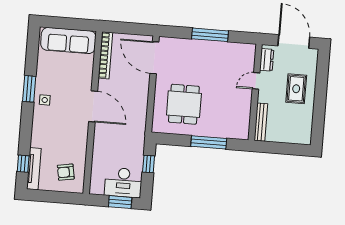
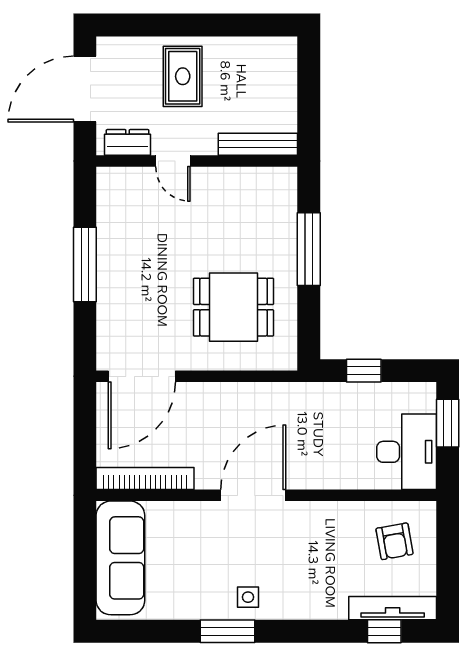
rug: (296, 89) -> (183, 76), turned 90
desk: (123, 183) -> (407, 452), moved

